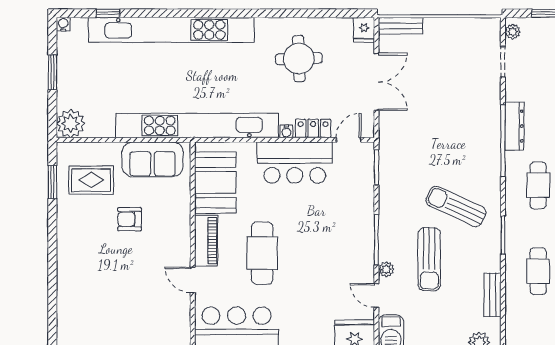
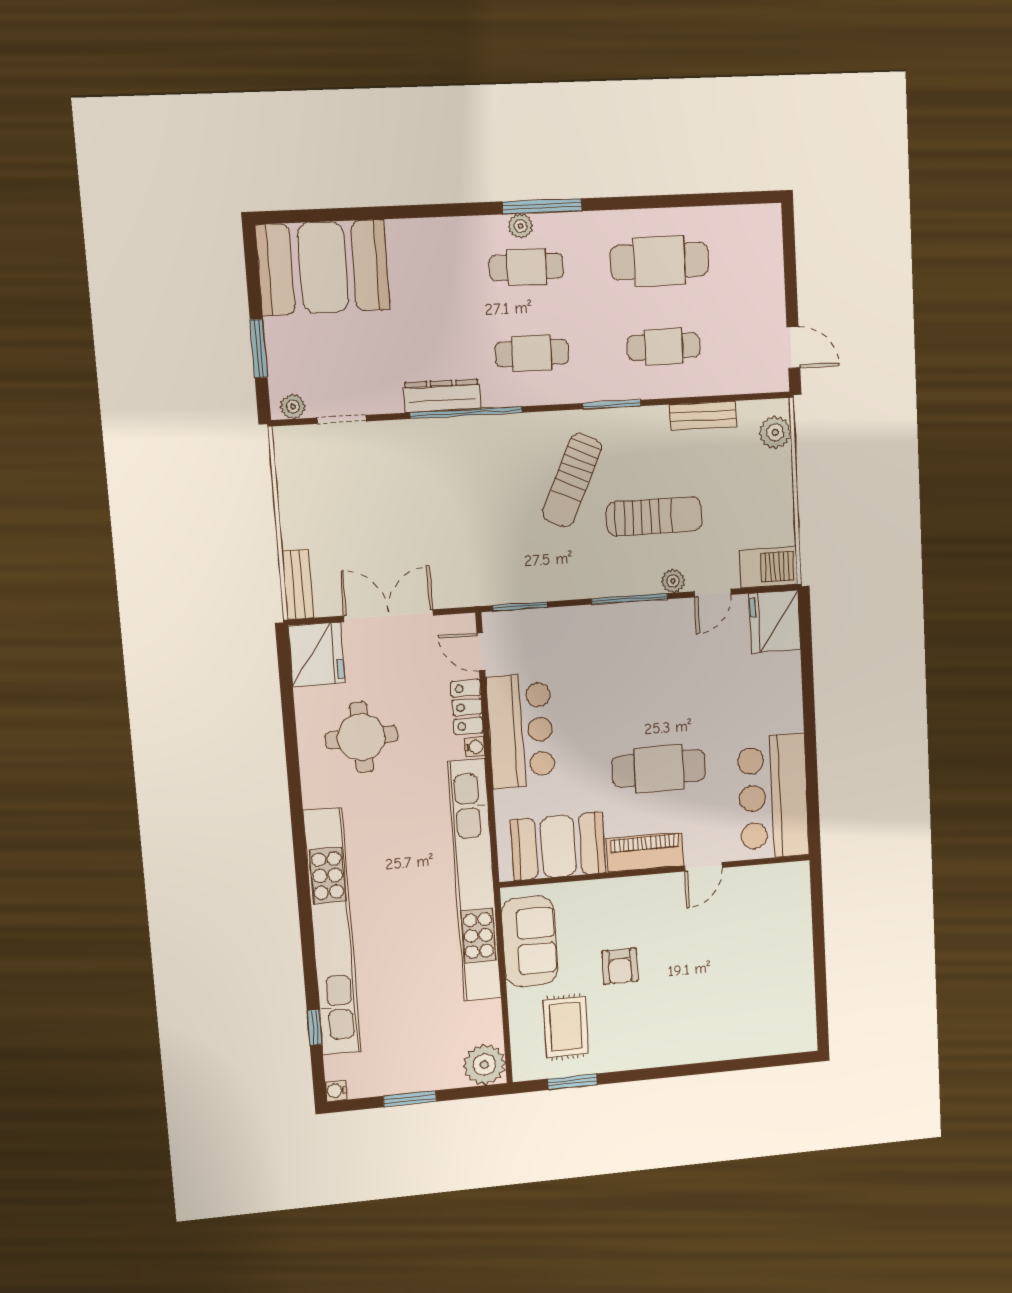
fridge: (364, 30) -> (317, 654), width x1.88, depth x1.34

